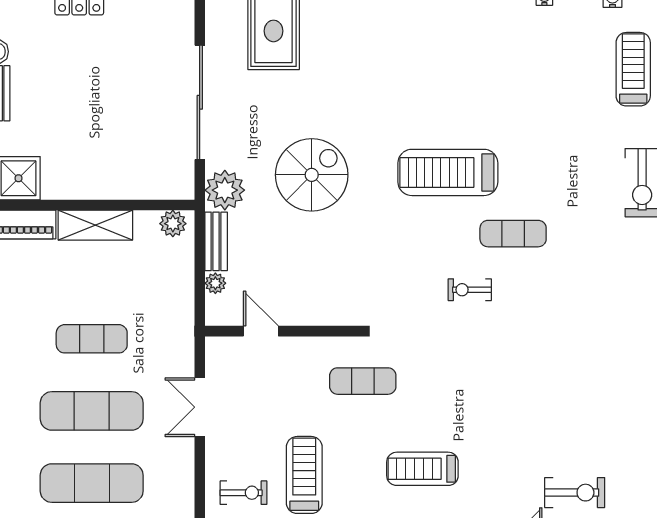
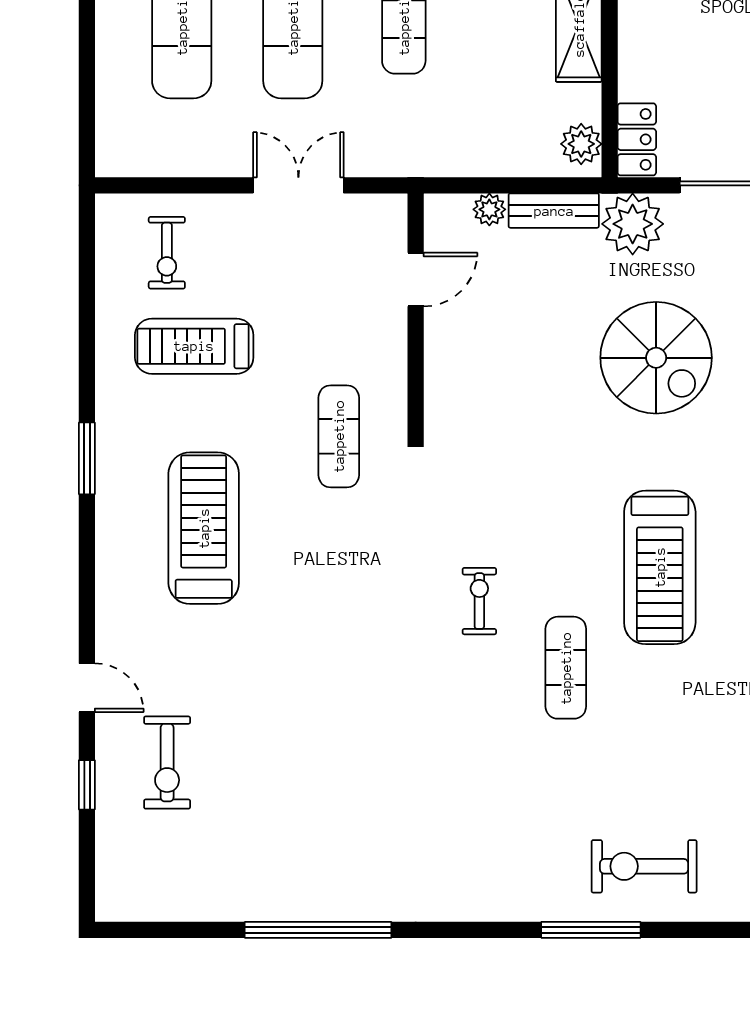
treadmill: (448, 172) -> (660, 567), turned 180
locker: (170, 187) -> (637, 139), added
treadmill: (422, 469) -> (204, 528), width x1.37, depth x1.38
treadmill: (304, 475) -> (194, 346), turned 180

